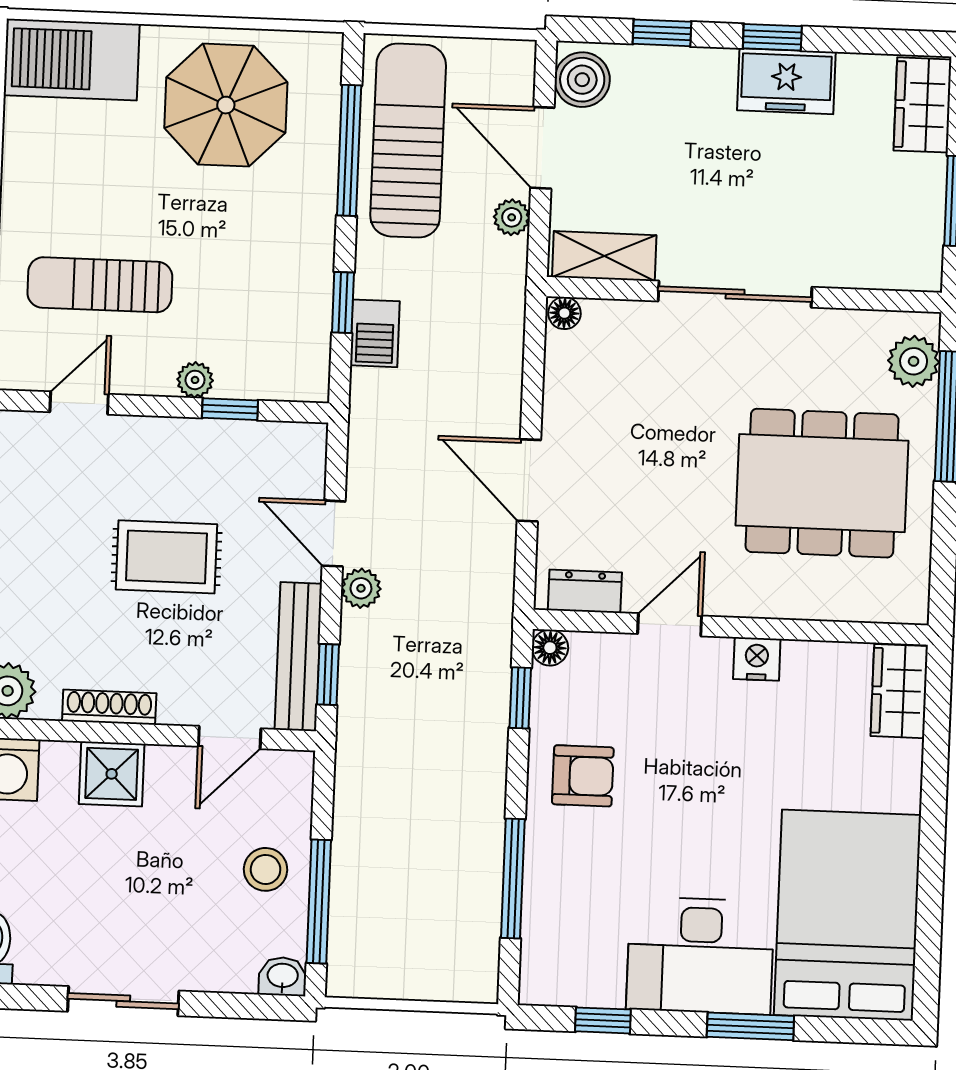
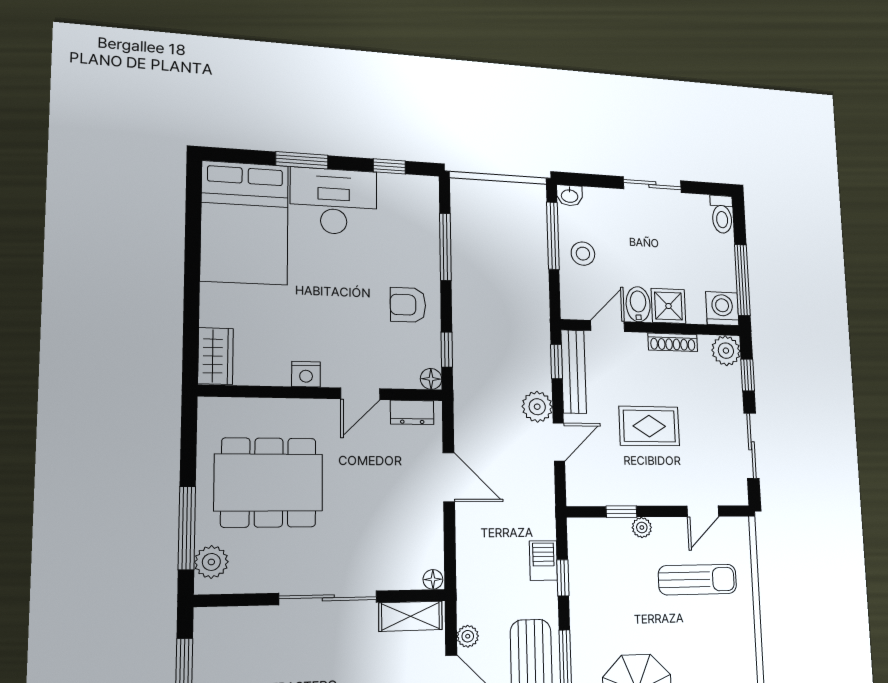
door: (334, 534) -> (559, 442), hinge flipped
plant: (361, 588) -> (537, 407), width x1.38, depth x1.38
bidet: (169, 777) -> (638, 304), added

